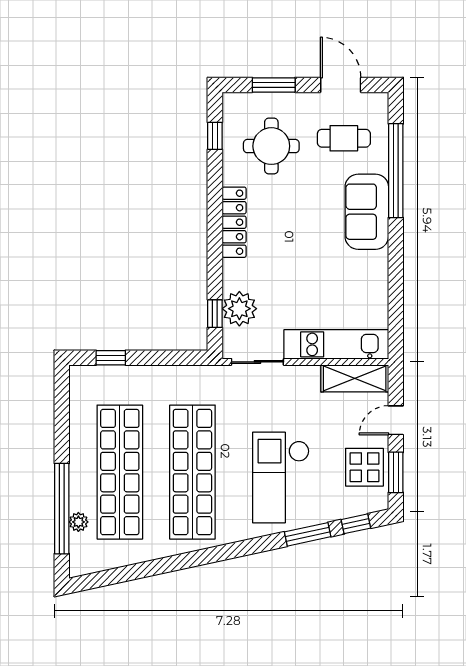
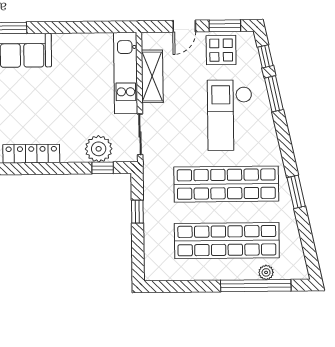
window: (111, 358) -> (137, 212), moved
shelving: (355, 378) -> (152, 76), moved
door: (396, 420) -> (184, 26), hinge flipped
checkout: (281, 478) -> (230, 115), turned 90
window: (181, 562) -> (296, 192), added

